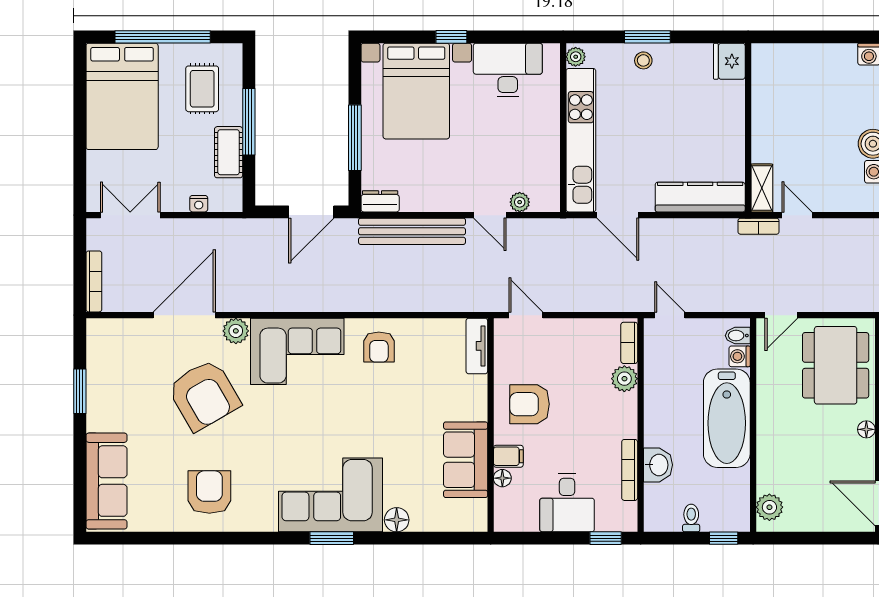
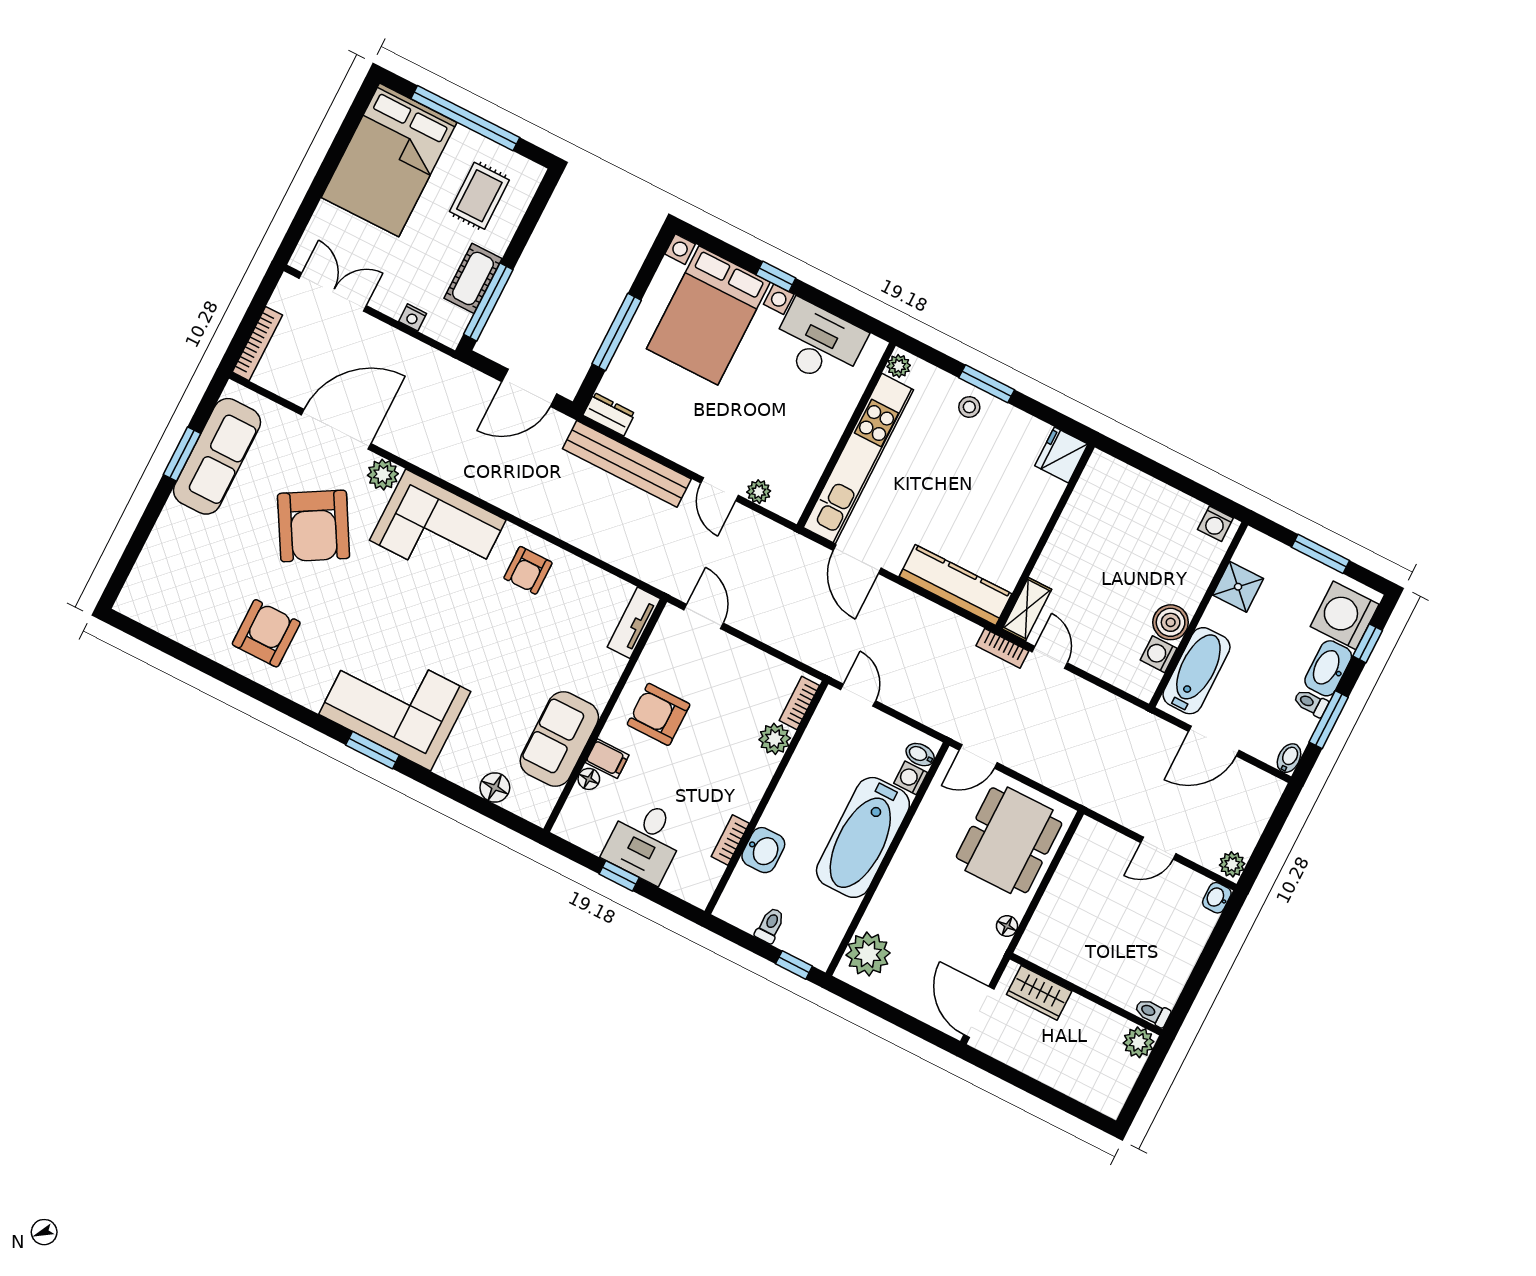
window: (249, 122) -> (488, 302), moved
bookcase: (630, 470) -> (730, 840), width x0.64
sofa: (107, 481) -> (217, 456), moved
plant: (769, 507) -> (868, 954), width x1.36, depth x1.36
floor lamp: (397, 520) -> (495, 788), moved
window: (606, 538) -> (619, 876), moved

